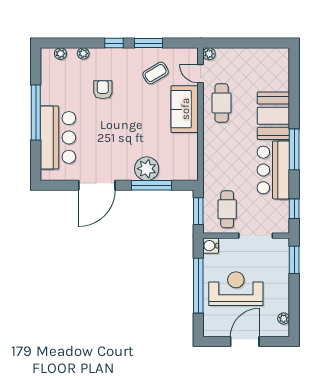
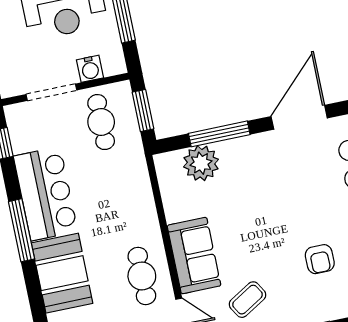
plant: (147, 169) -> (201, 163), moved
water cooler: (211, 246) -> (90, 69), moved, turned 90

